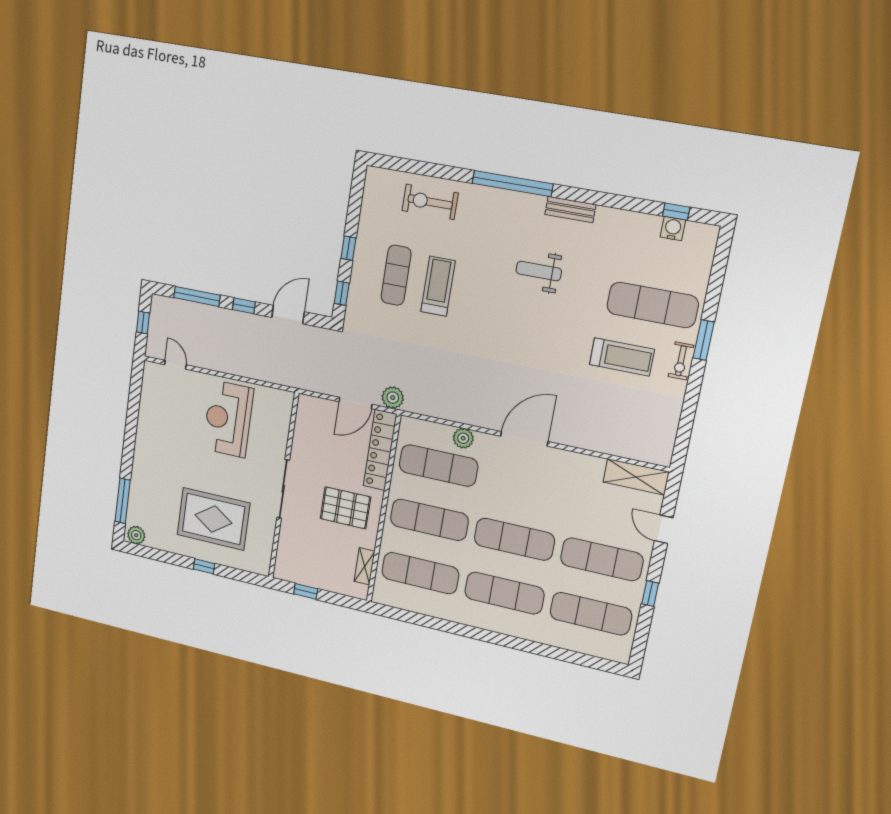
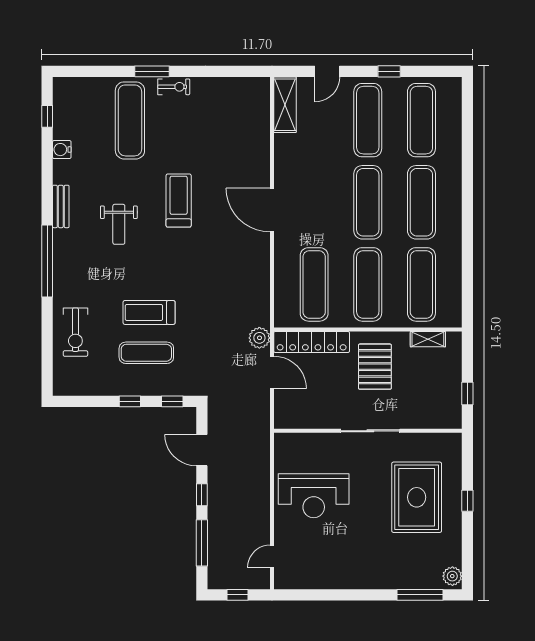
water cooler: (673, 228) -> (62, 150), moved
treadmill: (622, 357) -> (179, 201), moved
plant: (463, 438) -> (283, 266), removed

